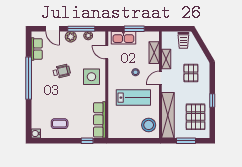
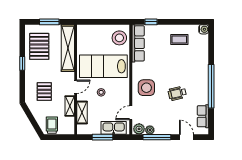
plant: (71, 37) -> (139, 129), moved
door: (107, 52) -> (131, 113), swing flipped
lab bench: (133, 98) -> (103, 66), width x1.36, depth x1.39
stool: (149, 125) -> (119, 38), moved

